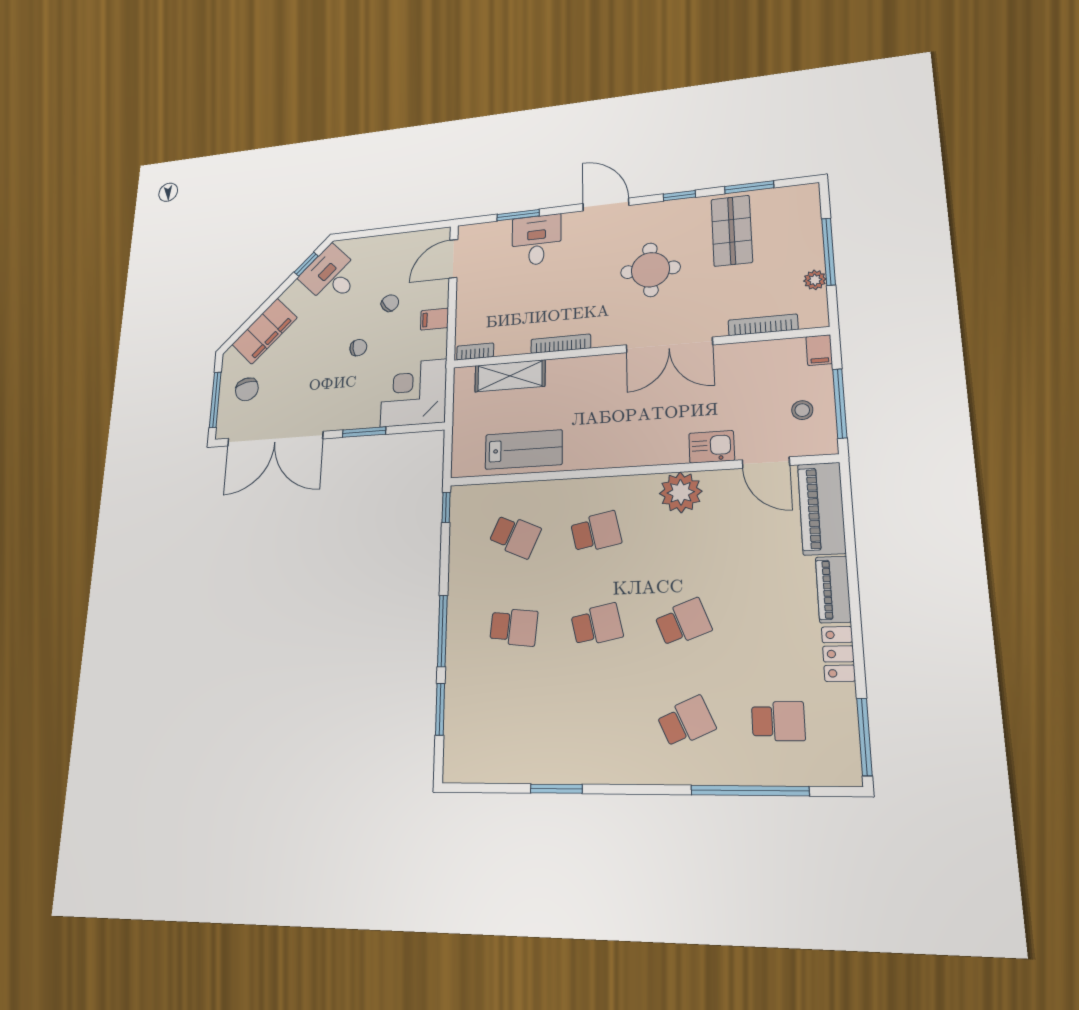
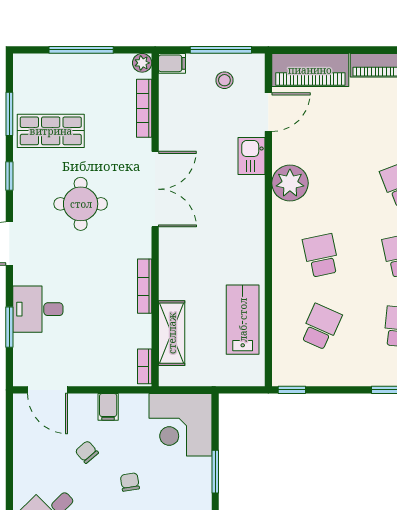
plant: (815, 280) -> (142, 63), moved

